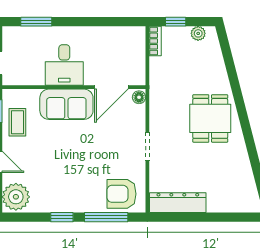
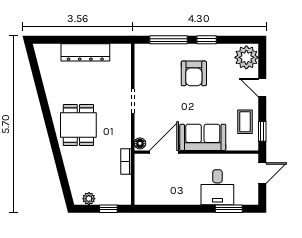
bookcase: (155, 41) -> (126, 161), moved
desk: (64, 65) -> (217, 187), moved, turned 180
armchair: (121, 194) -> (194, 73), moved, turned 90
dresser: (178, 203) -> (85, 52), moved

